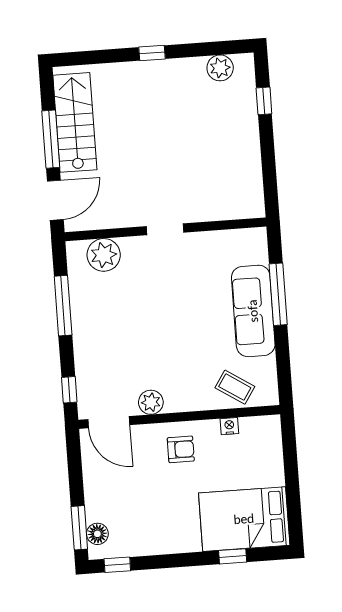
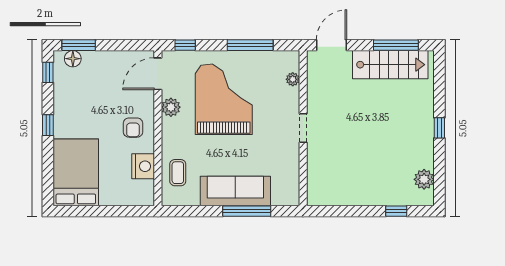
window: (51, 139) -> (396, 45), moved
door: (55, 200) -> (332, 45), swing flipped
plant: (104, 255) -> (293, 79), width x0.53, depth x0.53
grand piano: (136, 335) -> (224, 99), added
coffee table: (235, 387) -> (178, 173), turned -33
nightstand: (229, 426) -> (143, 166), width x1.89, depth x1.79
window: (233, 556) -> (48, 125), moved

